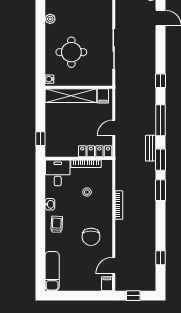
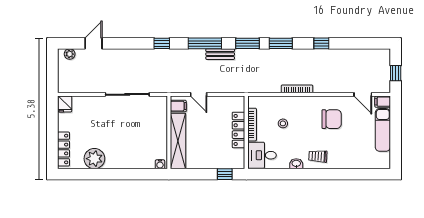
plant: (50, 19) -> (94, 159), width x1.87, depth x1.87
round table: (71, 52) -> (131, 140), removed
door: (114, 128) -> (199, 94), moved
bench: (151, 148) -> (220, 54), moved
locker: (95, 151) -> (239, 130), moved
window: (160, 258) -> (321, 43), moved
exam couch: (52, 271) -> (383, 130), moved, turned -90

